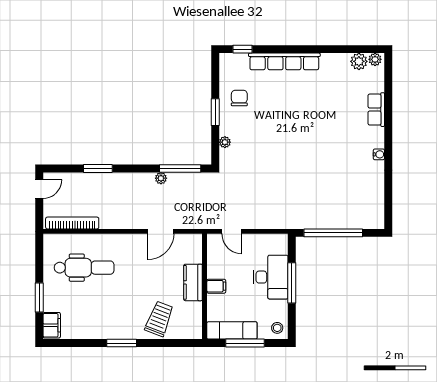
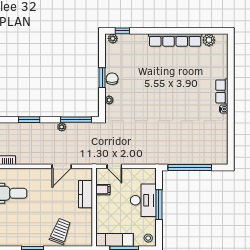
plant: (375, 59) -> (113, 38), moved
row of seats: (284, 61) -> (175, 40), moved
chair: (239, 98) -> (112, 79), moved
row of seats: (376, 110) -> (222, 91), moved
window: (98, 169) -> (29, 120), moved
kitchen counter: (193, 282) -> (86, 194), moved
filing cabinet: (216, 286) -> (103, 190), moved

